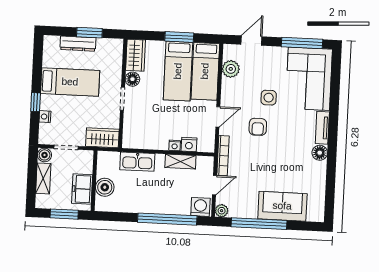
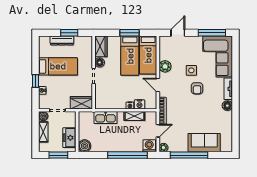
plant: (231, 69) -> (165, 66), moved
door: (218, 117) -> (158, 85), swing flipped
armchair: (258, 127) -> (197, 88), moved
boiler: (105, 187) -> (85, 146), moved

